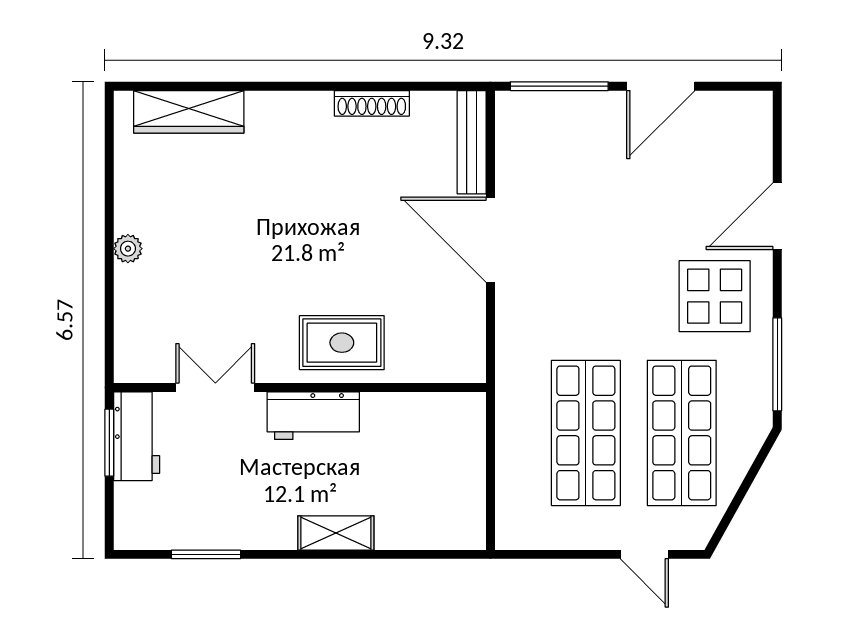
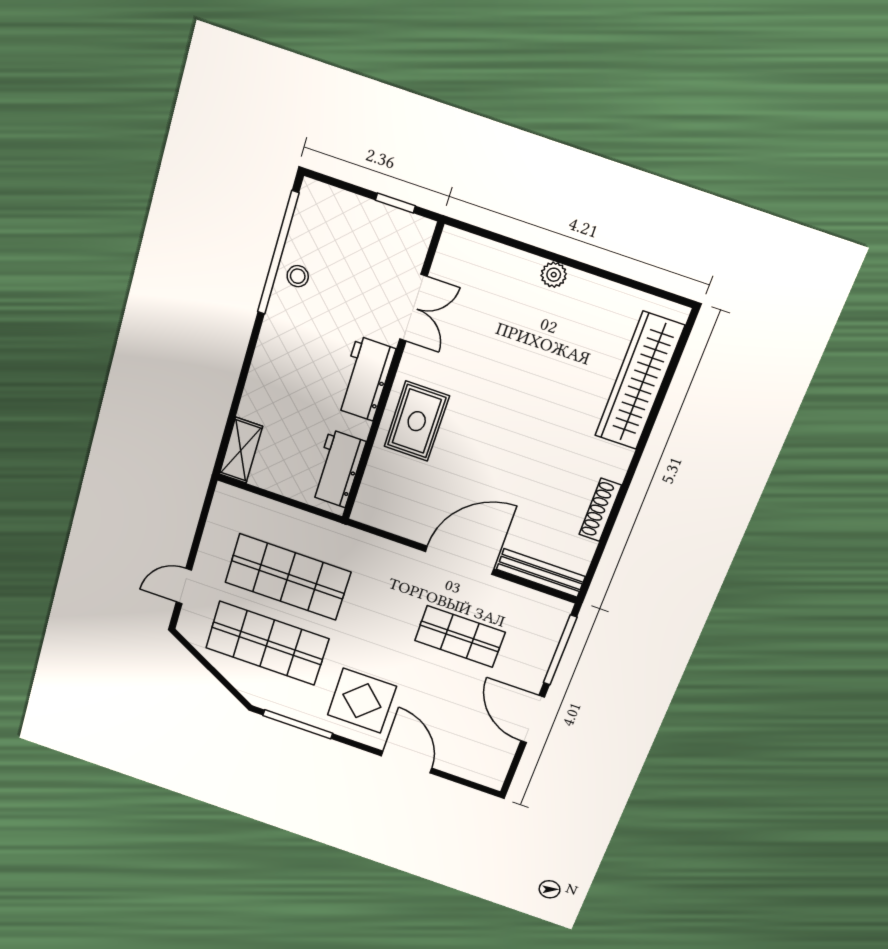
wardrobe: (189, 112) -> (639, 381), width x1.40, depth x1.17
shop shelf: (586, 208) -> (460, 636), added
workbench: (137, 436) -> (338, 469), moved, turned 90
window: (109, 443) -> (395, 203), width x0.67
stool: (224, 525) -> (298, 276), added
shelving: (336, 533) -> (241, 450), moved
window: (206, 554) -> (278, 253), width x2.11

